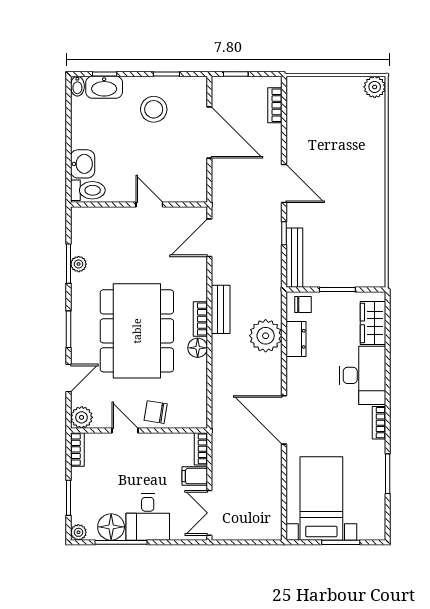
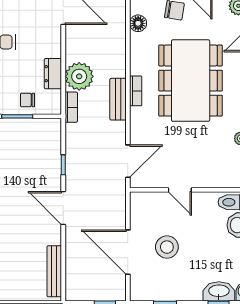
bookcase: (275, 105) -> (71, 107), moved
stool: (154, 109) -> (167, 247), moved
bench: (294, 258) -> (54, 271), moved
chair: (303, 304) -> (27, 100), moved
floor lamp: (198, 348) -> (138, 23), moved

